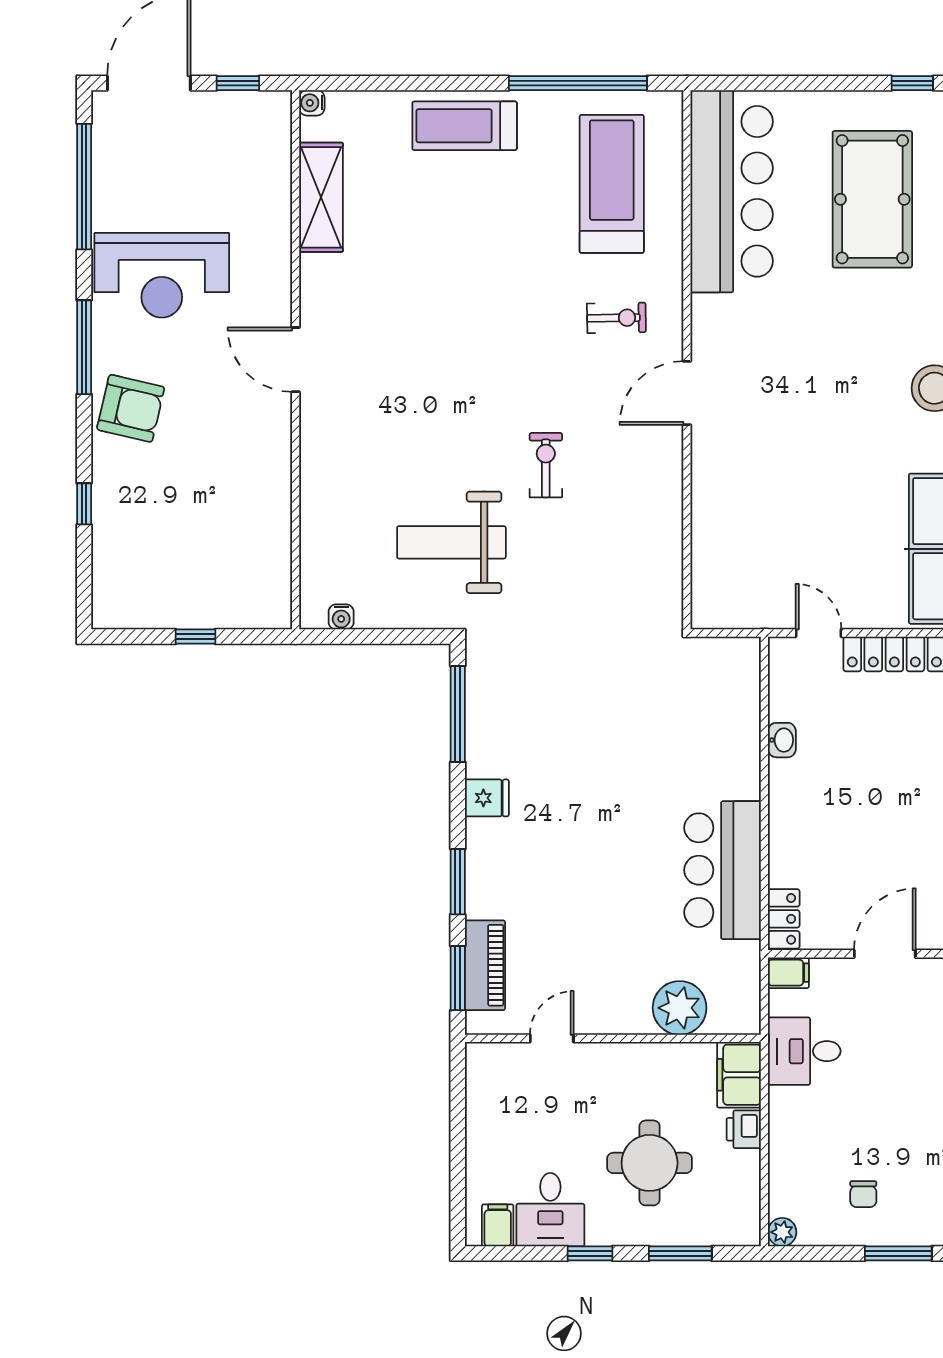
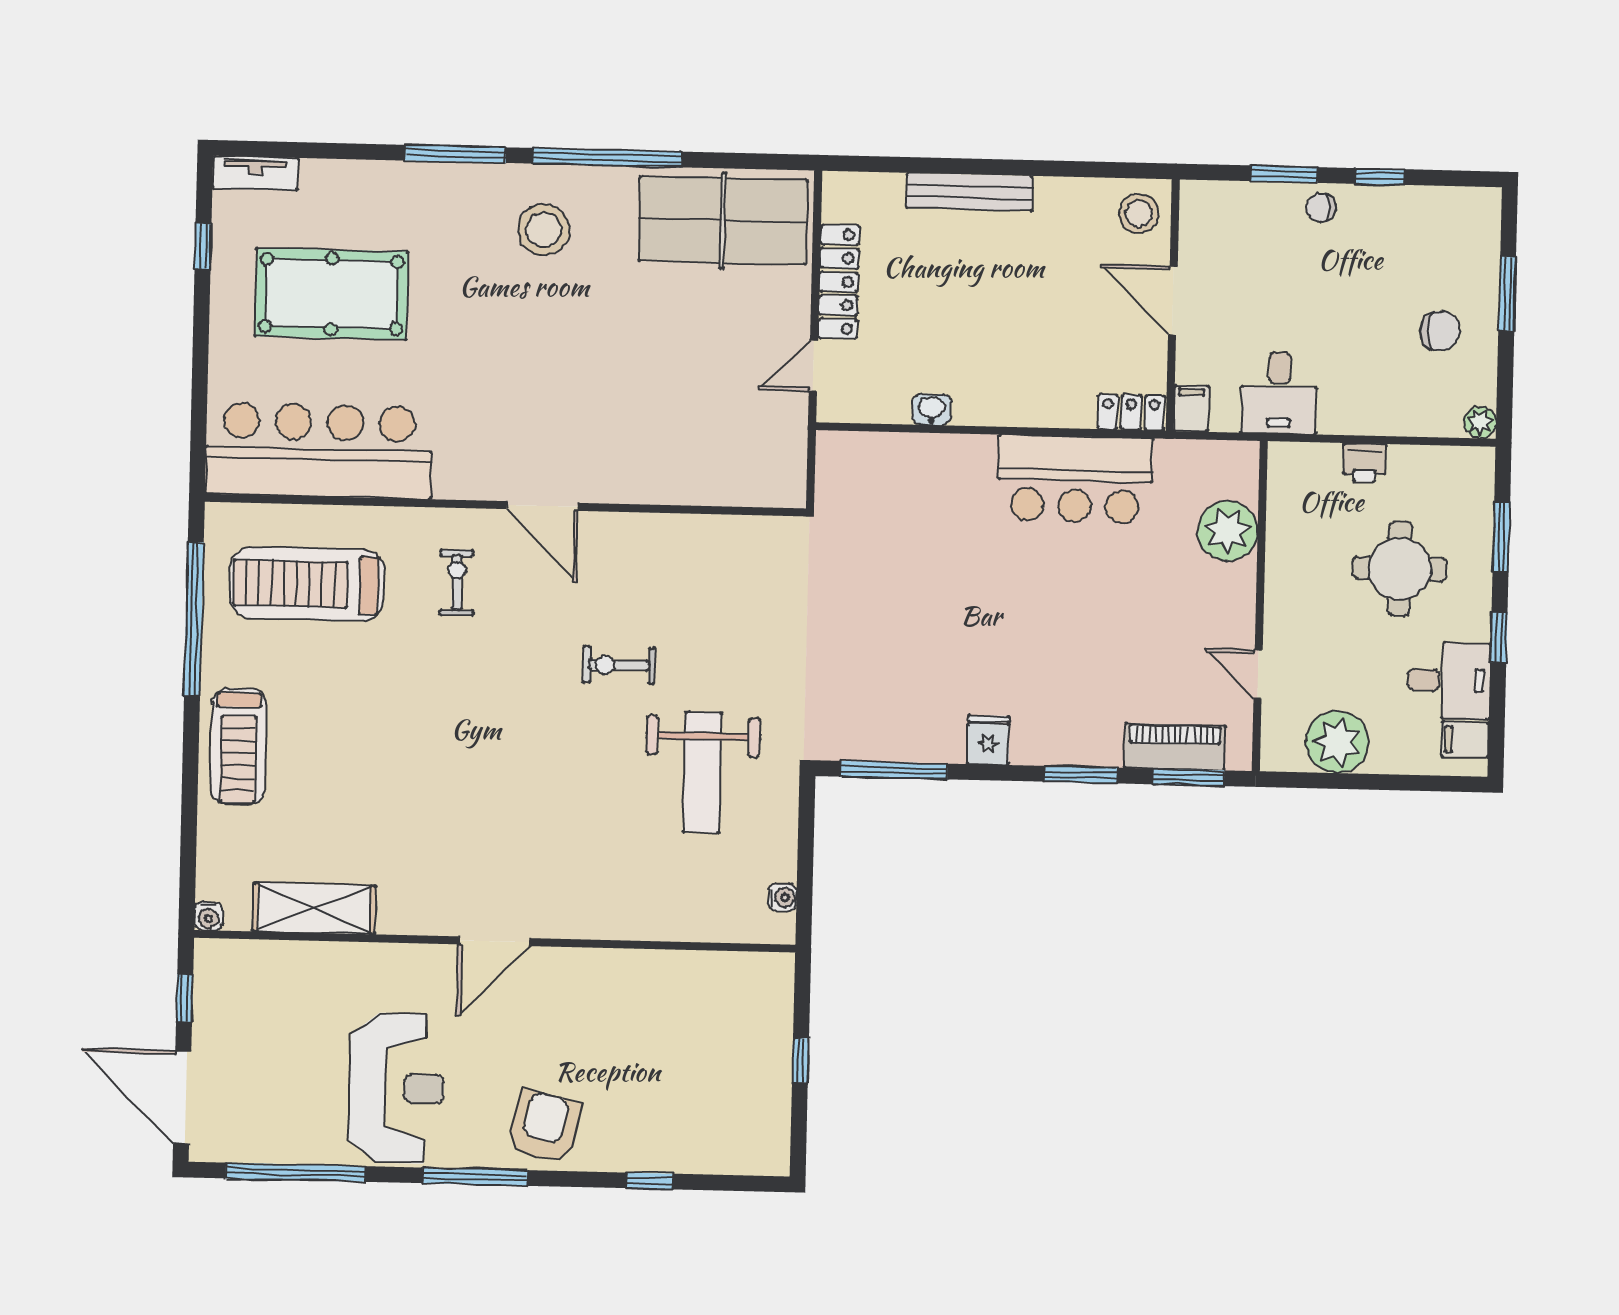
filing cabinet: (739, 1075) -> (1304, 466), removed
plant: (493, 1111) -> (1337, 742), added
chair: (863, 1194) -> (1440, 331), width x1.37, depth x1.37

